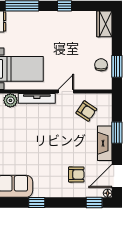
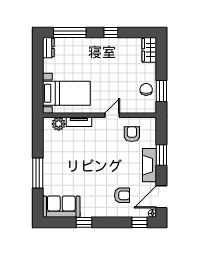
tv unit: (37, 98) -> (79, 122), width x0.71
armchair: (86, 111) -> (132, 134), turned -124

